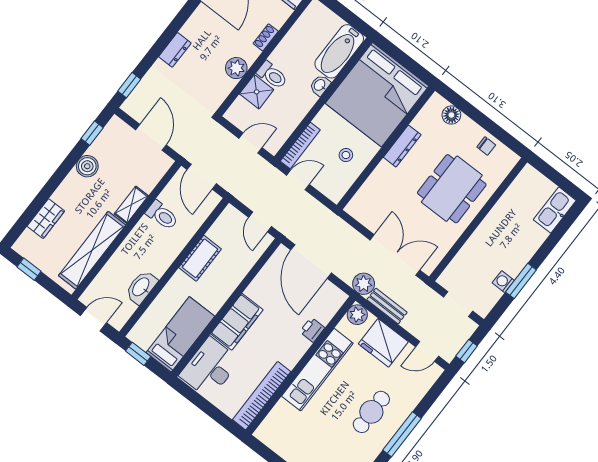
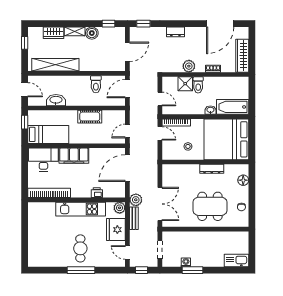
shelving: (131, 205) -> (75, 31), moved
cafe table: (371, 412) -> (80, 248), turned 90

